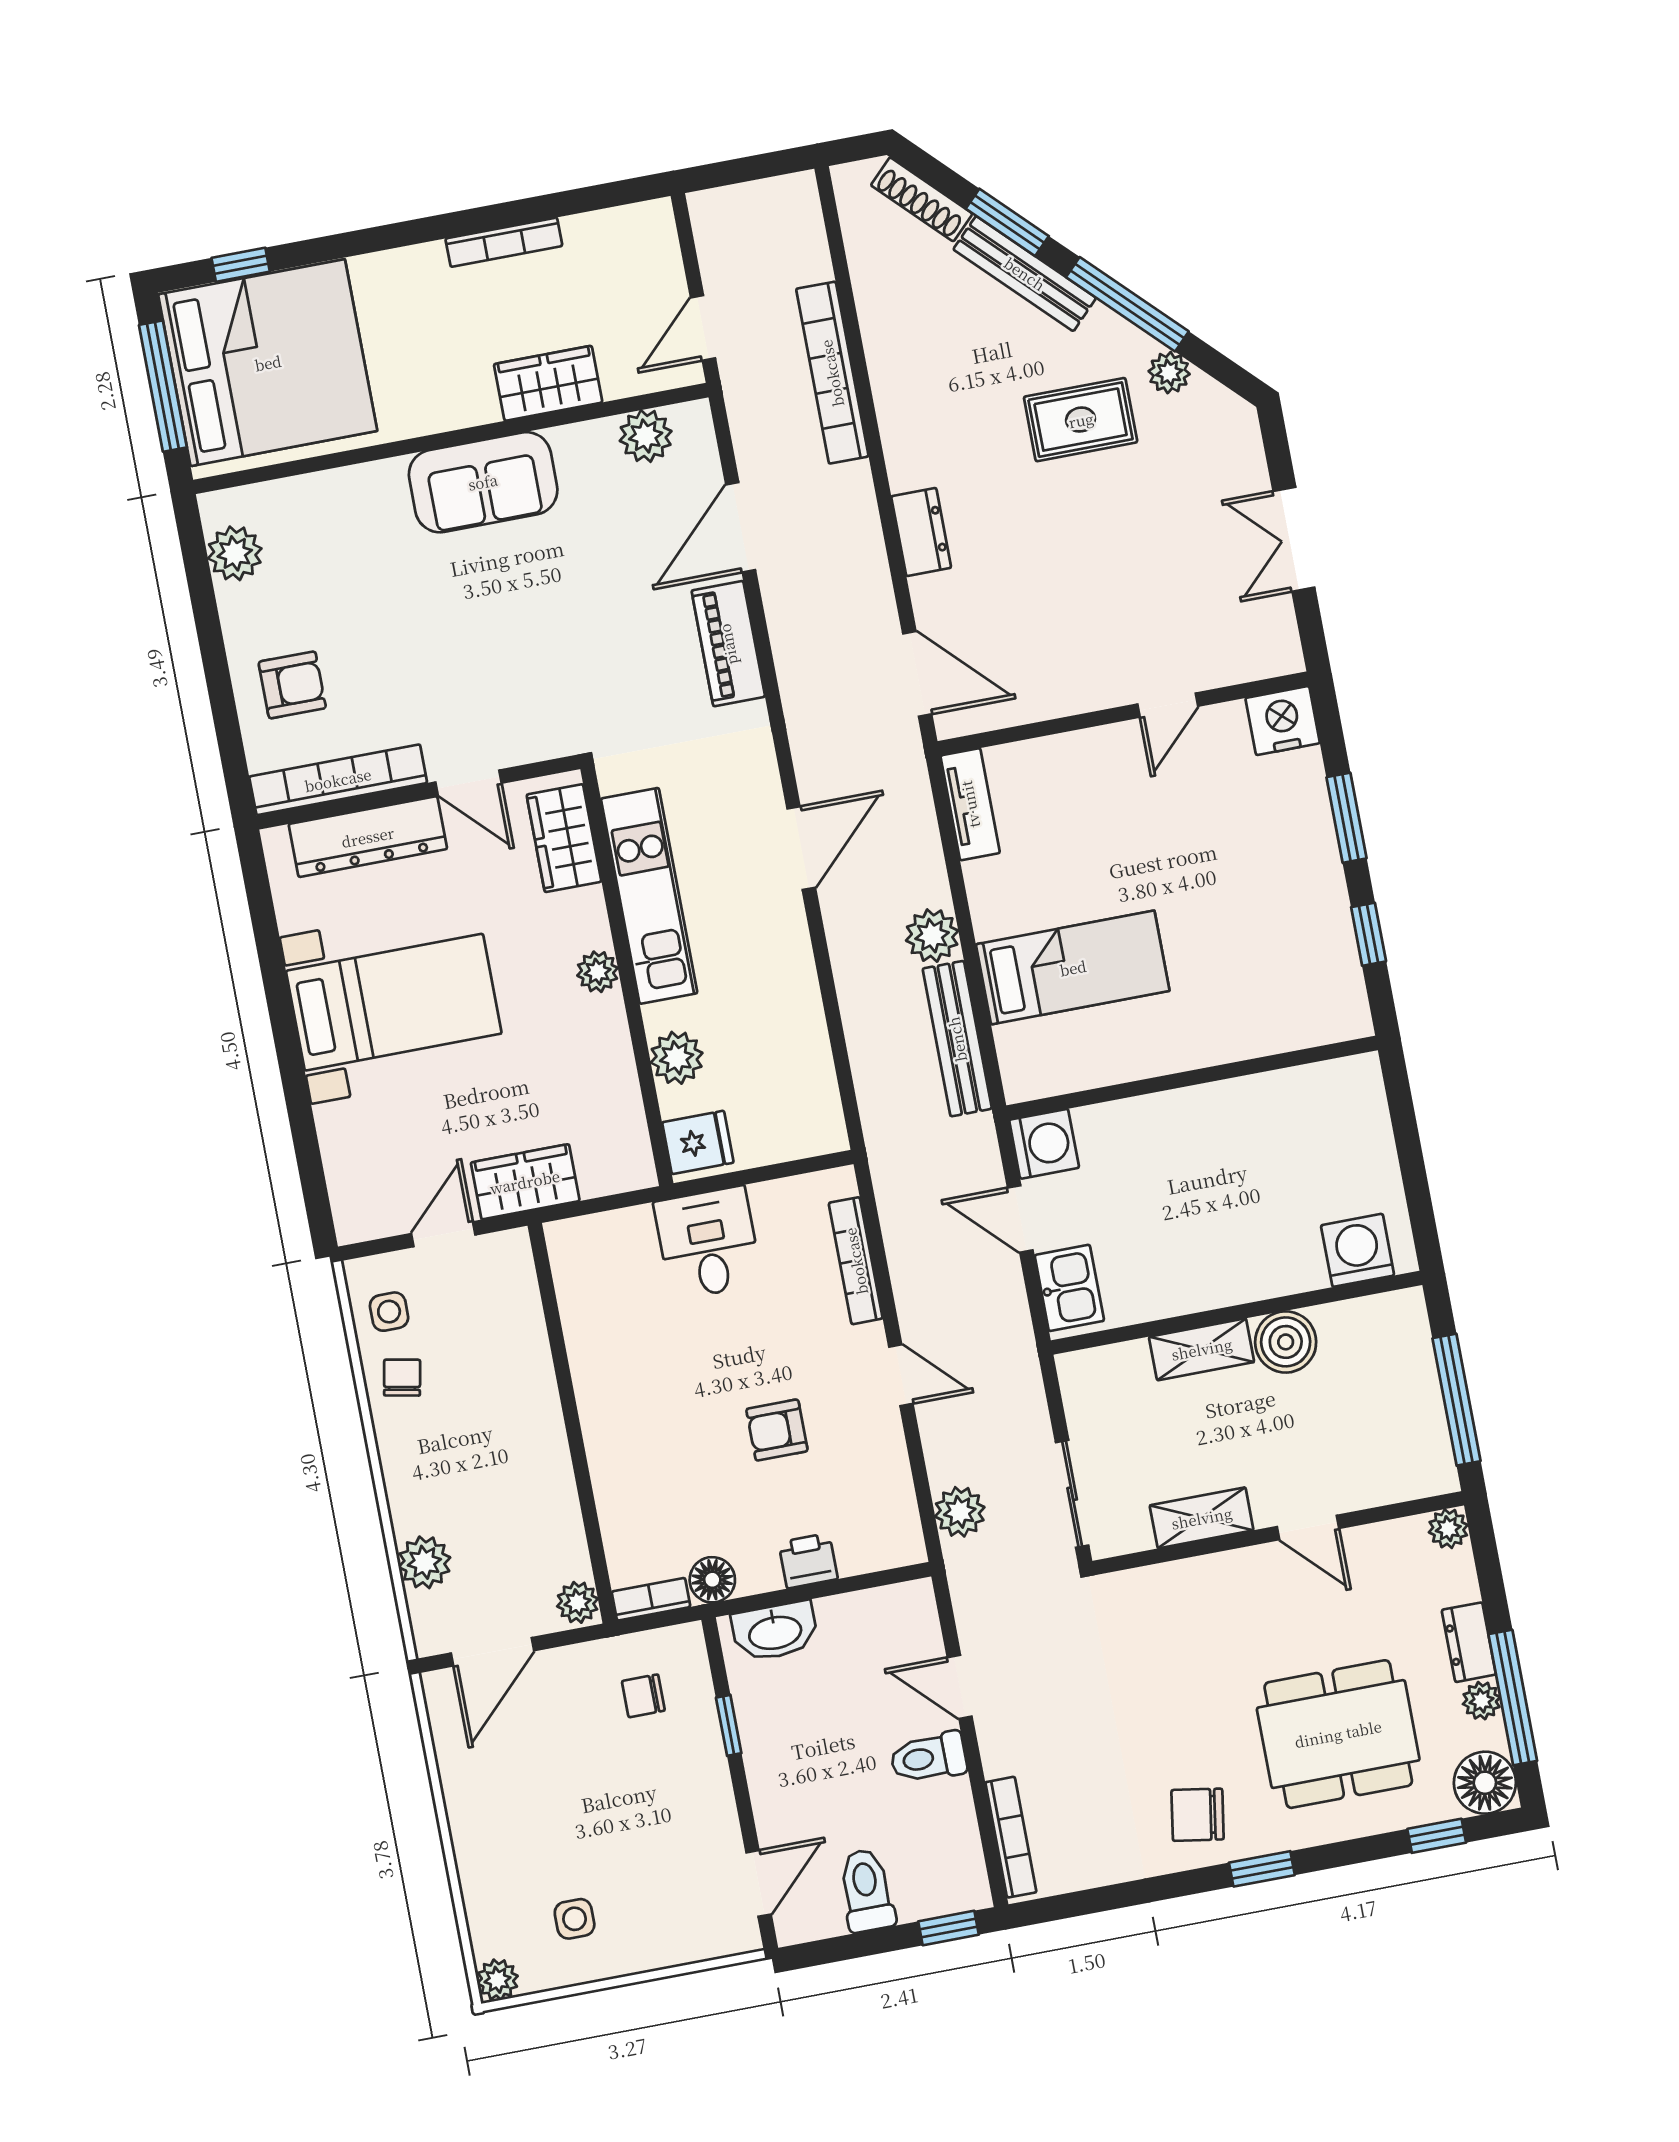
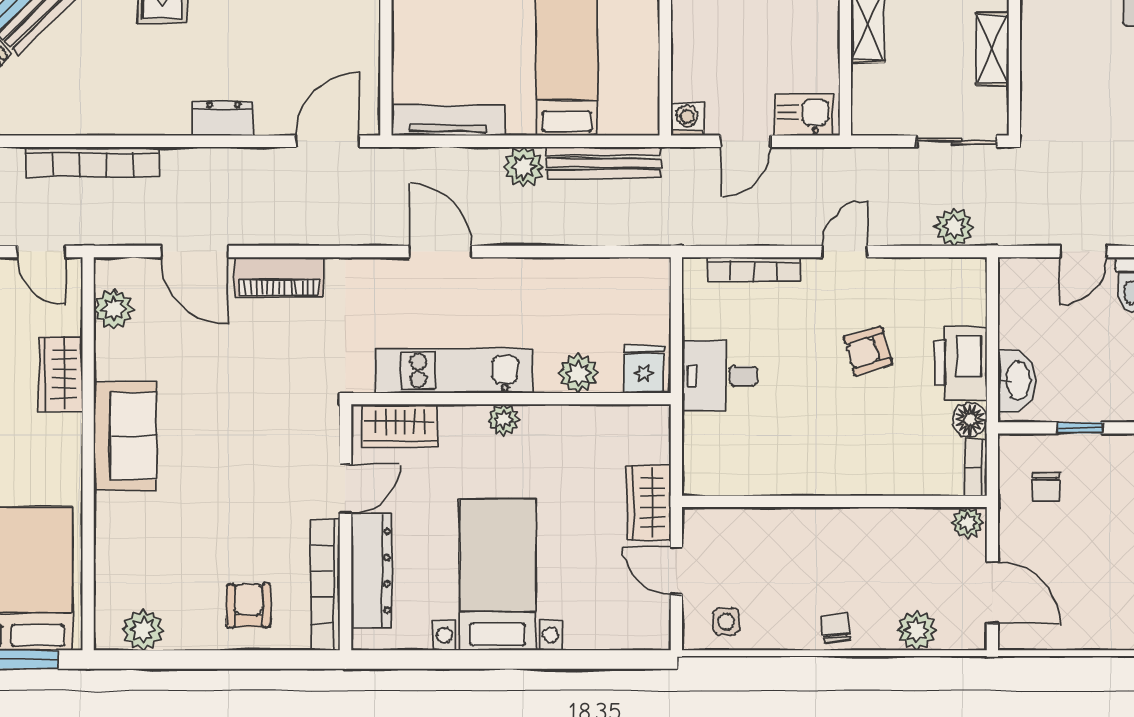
tv unit: (970, 804) -> (448, 120), width x1.41
washing machine: (1044, 1144) -> (687, 119), width x0.73, depth x0.73
chair: (402, 1378) -> (836, 628), moved, turned 72
armchair: (777, 1430) -> (868, 351), turned 74
printer: (808, 1561) -> (961, 363), width x1.87, depth x1.48

